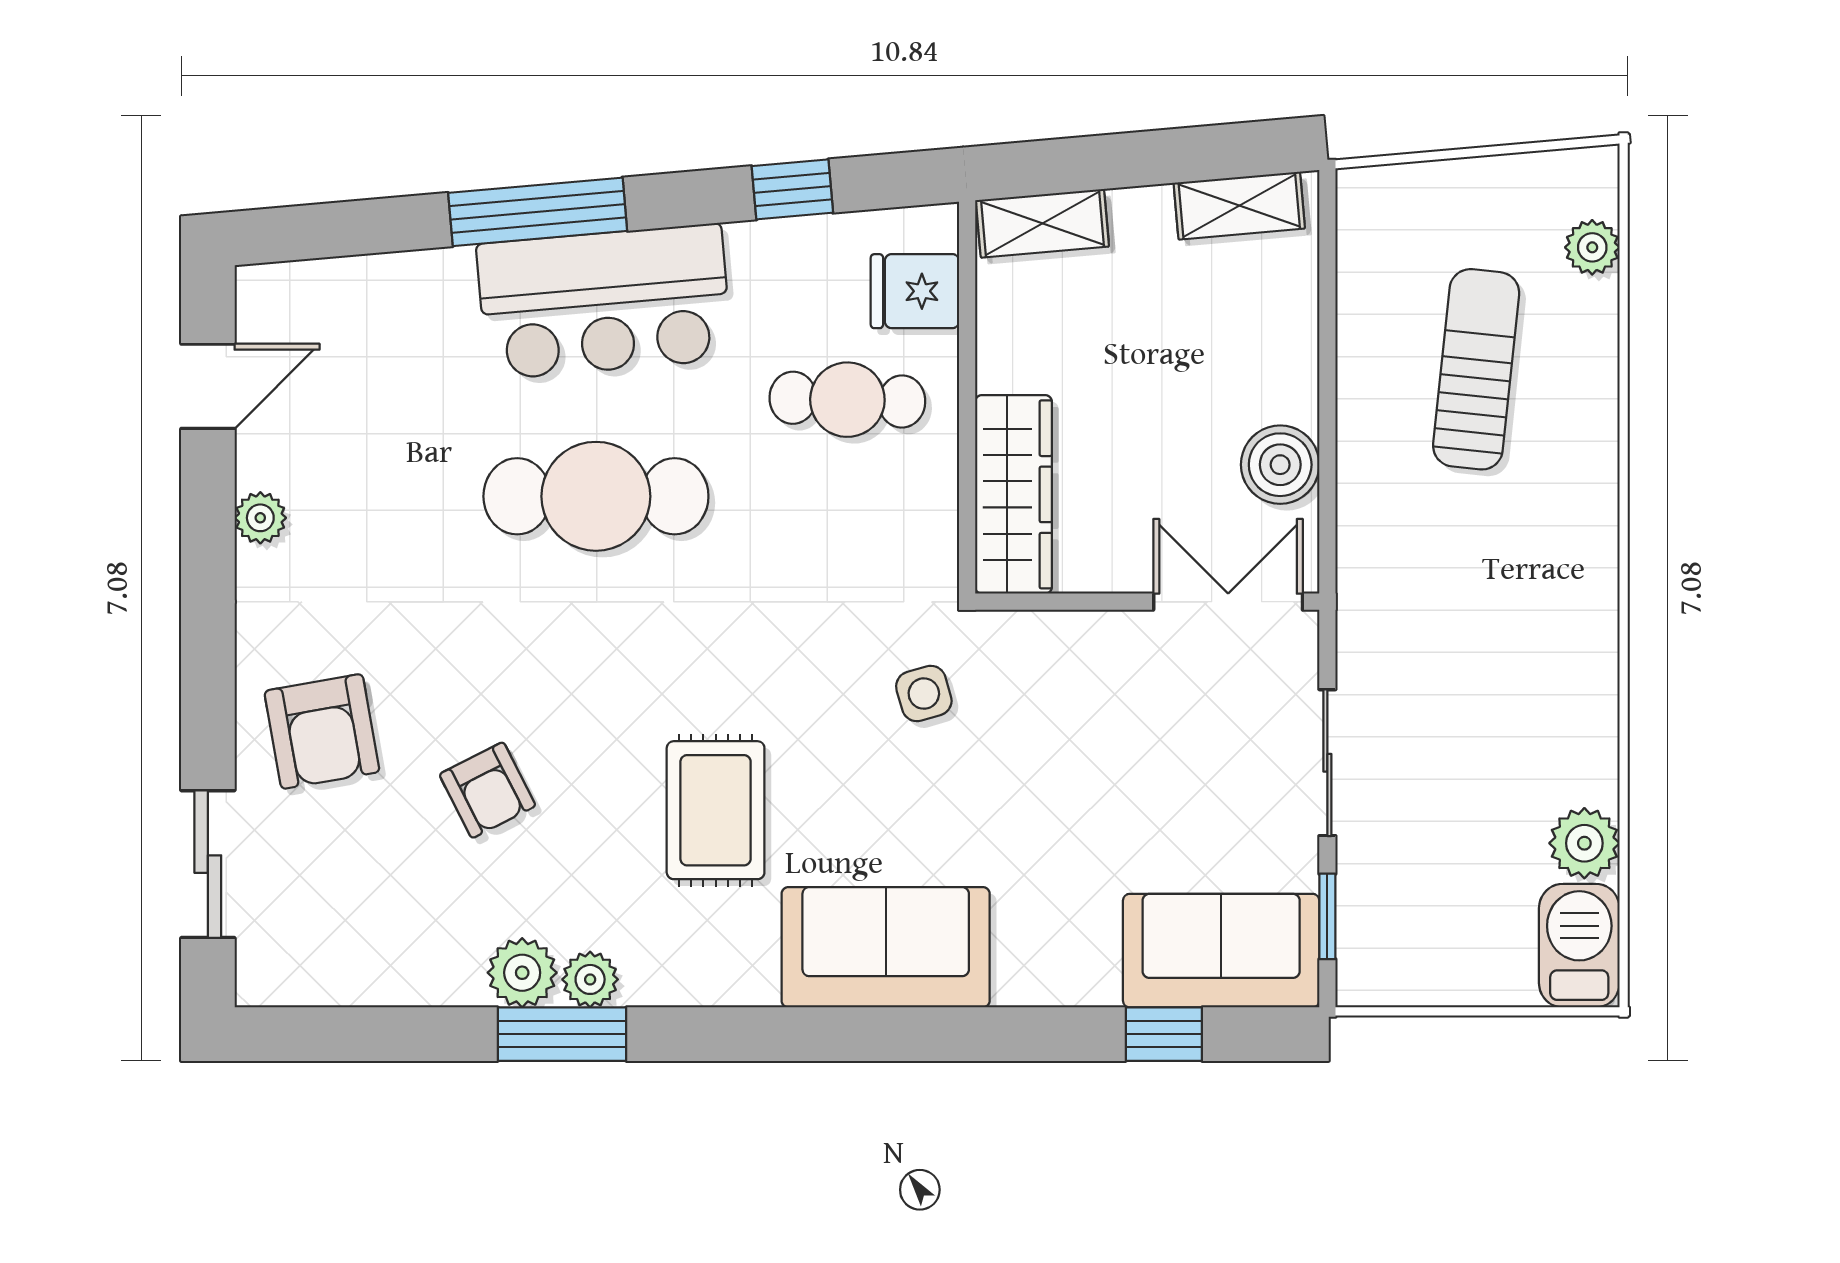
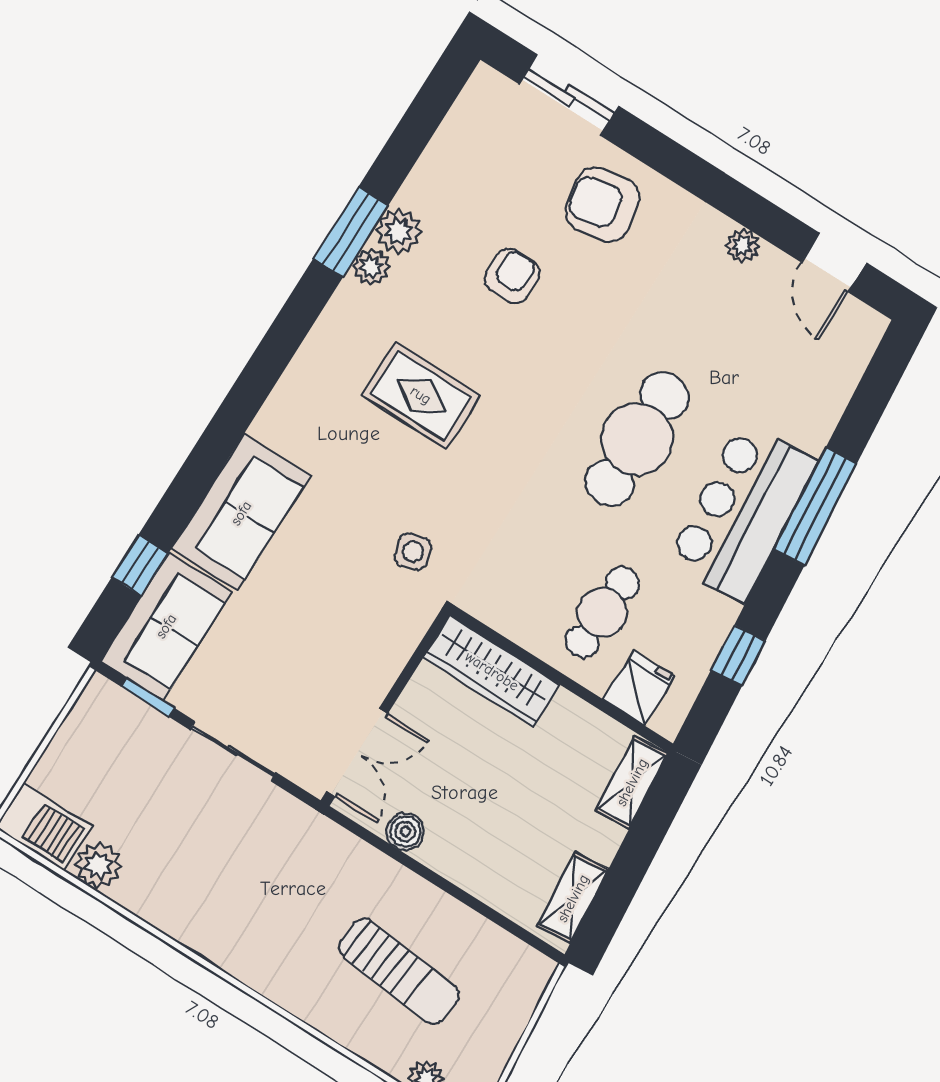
boiler: (1280, 465) -> (405, 832), width x0.73, depth x0.73
armchair: (487, 790) -> (512, 276), turned 117
sofa: (886, 947) -> (241, 513), moved

